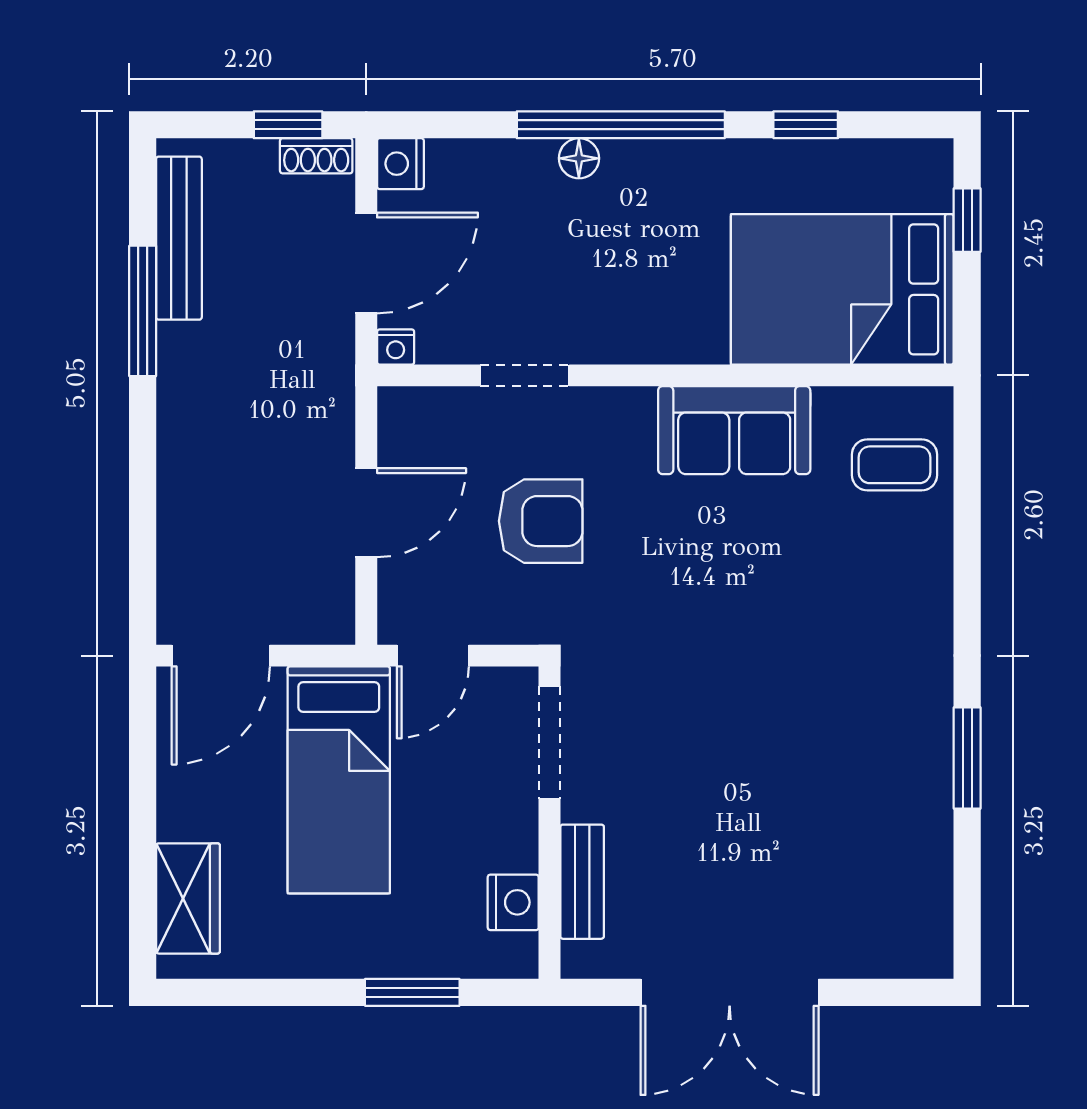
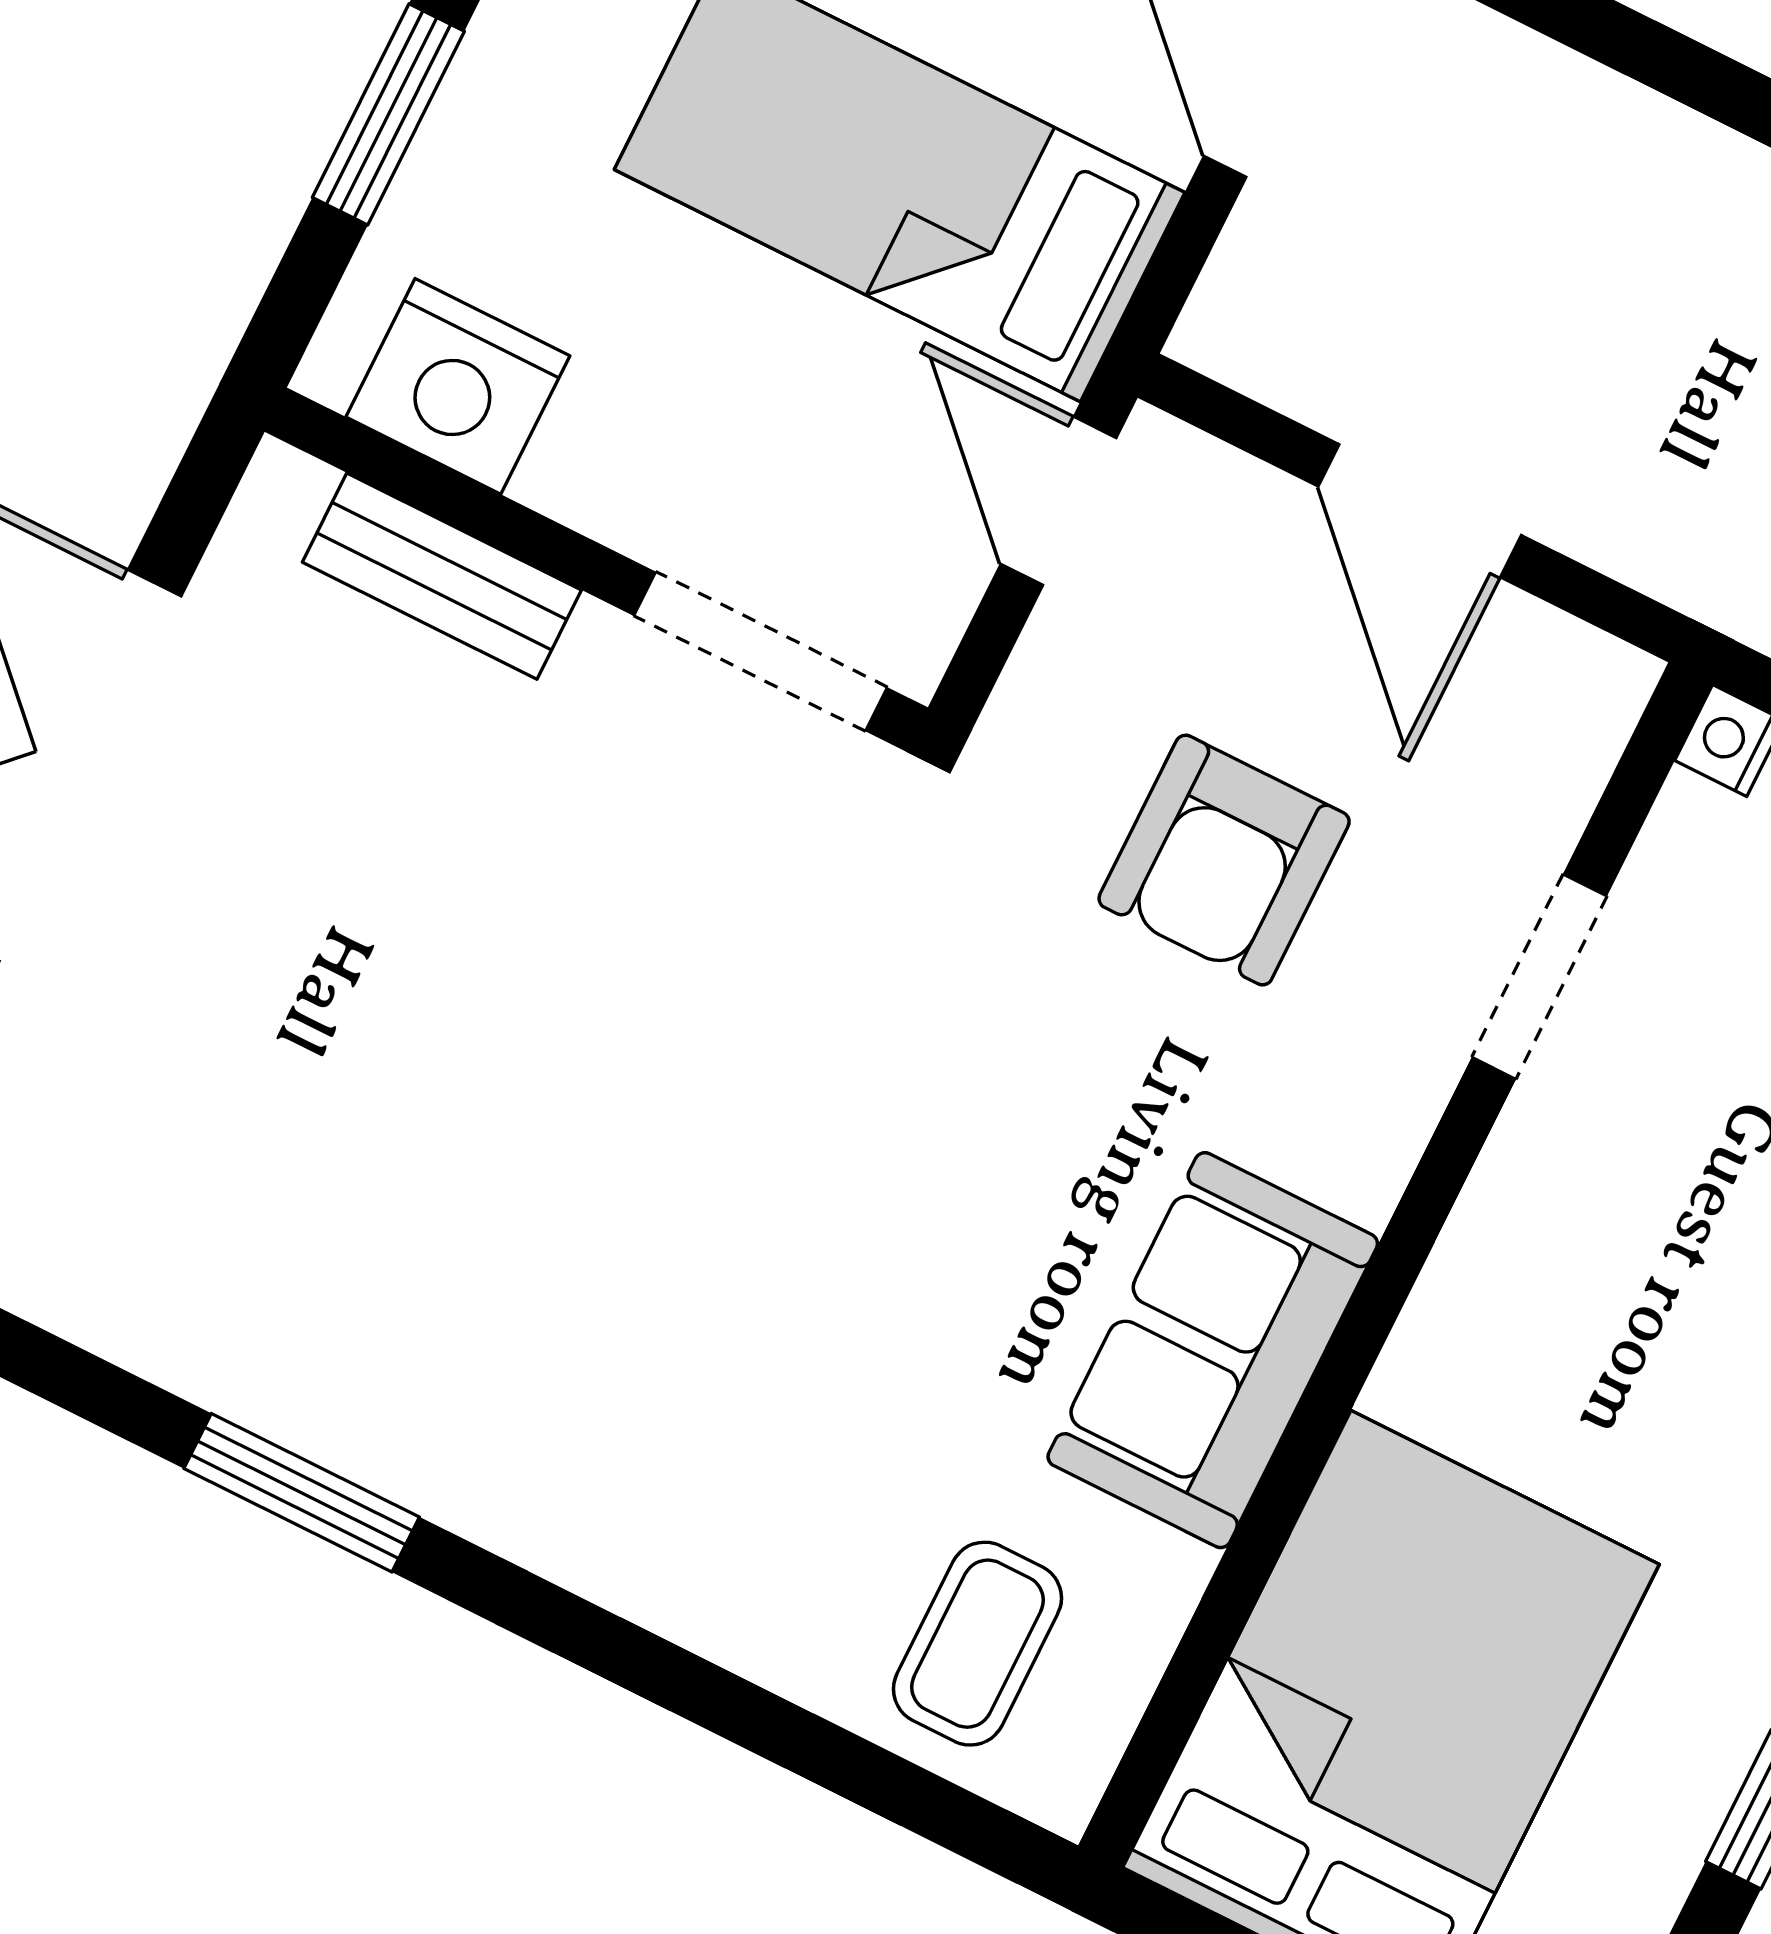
nightstand: (513, 902) -> (458, 386), width x1.36, depth x1.33

